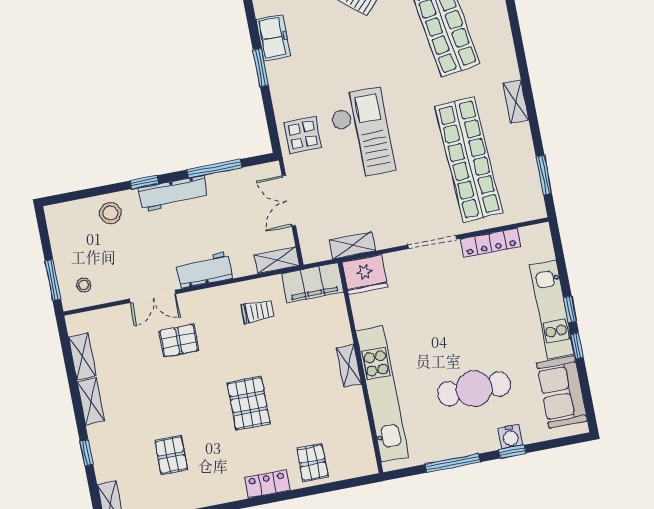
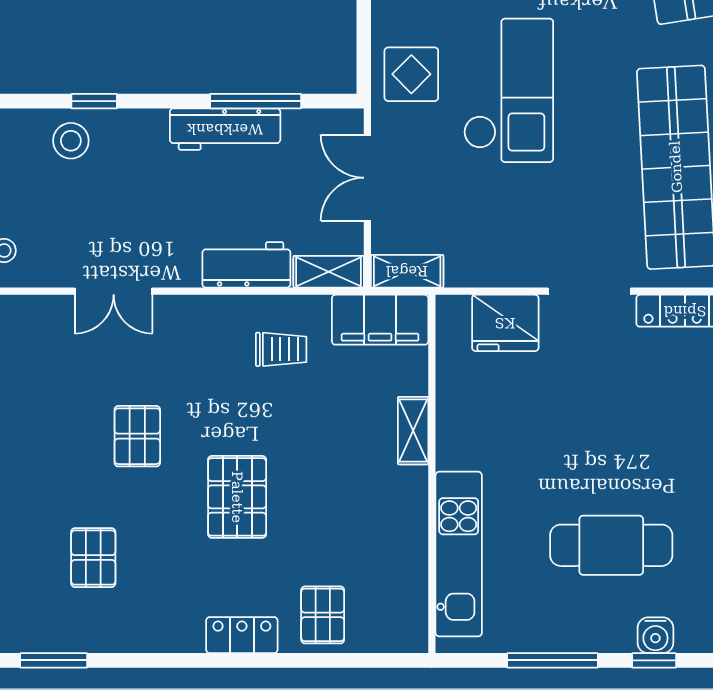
window: (144, 182) -> (94, 101), moved
workbench: (173, 194) -> (225, 129), moved
shelving: (352, 245) -> (407, 271), moved
workbench: (204, 270) -> (246, 265), moved
fridge: (365, 274) -> (505, 323), moved
pallet: (179, 341) -> (137, 436), moved, turned 90
shelving: (349, 366) -> (413, 431), moved
kitchen unit: (382, 394) -> (459, 554), width x0.73

